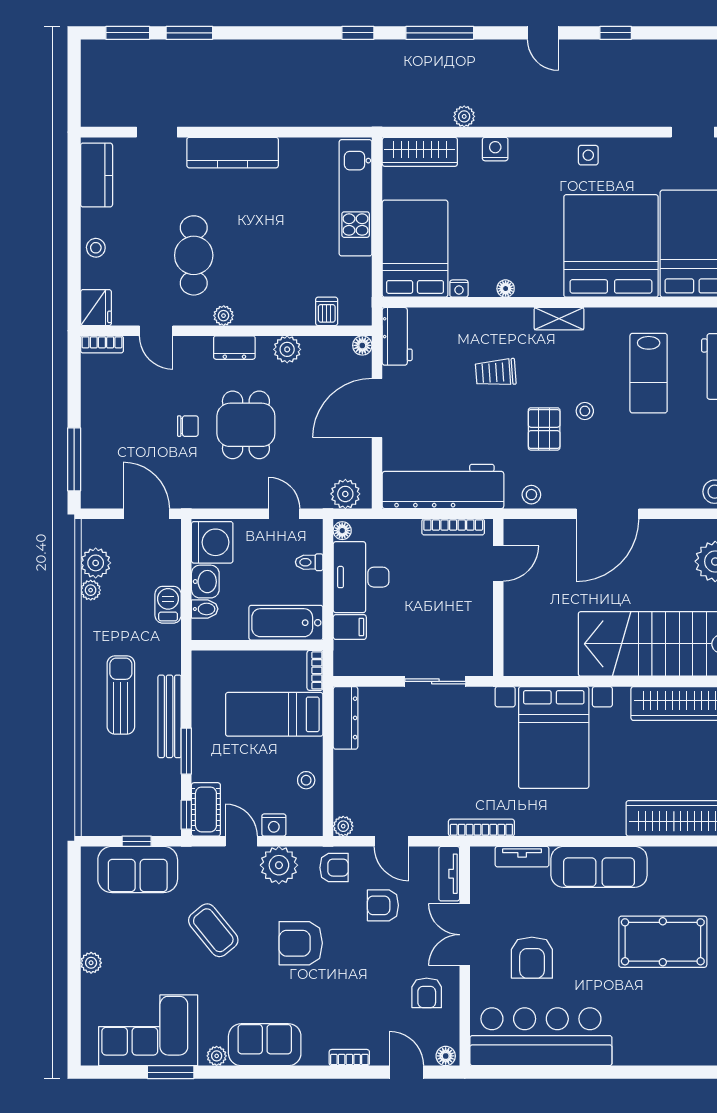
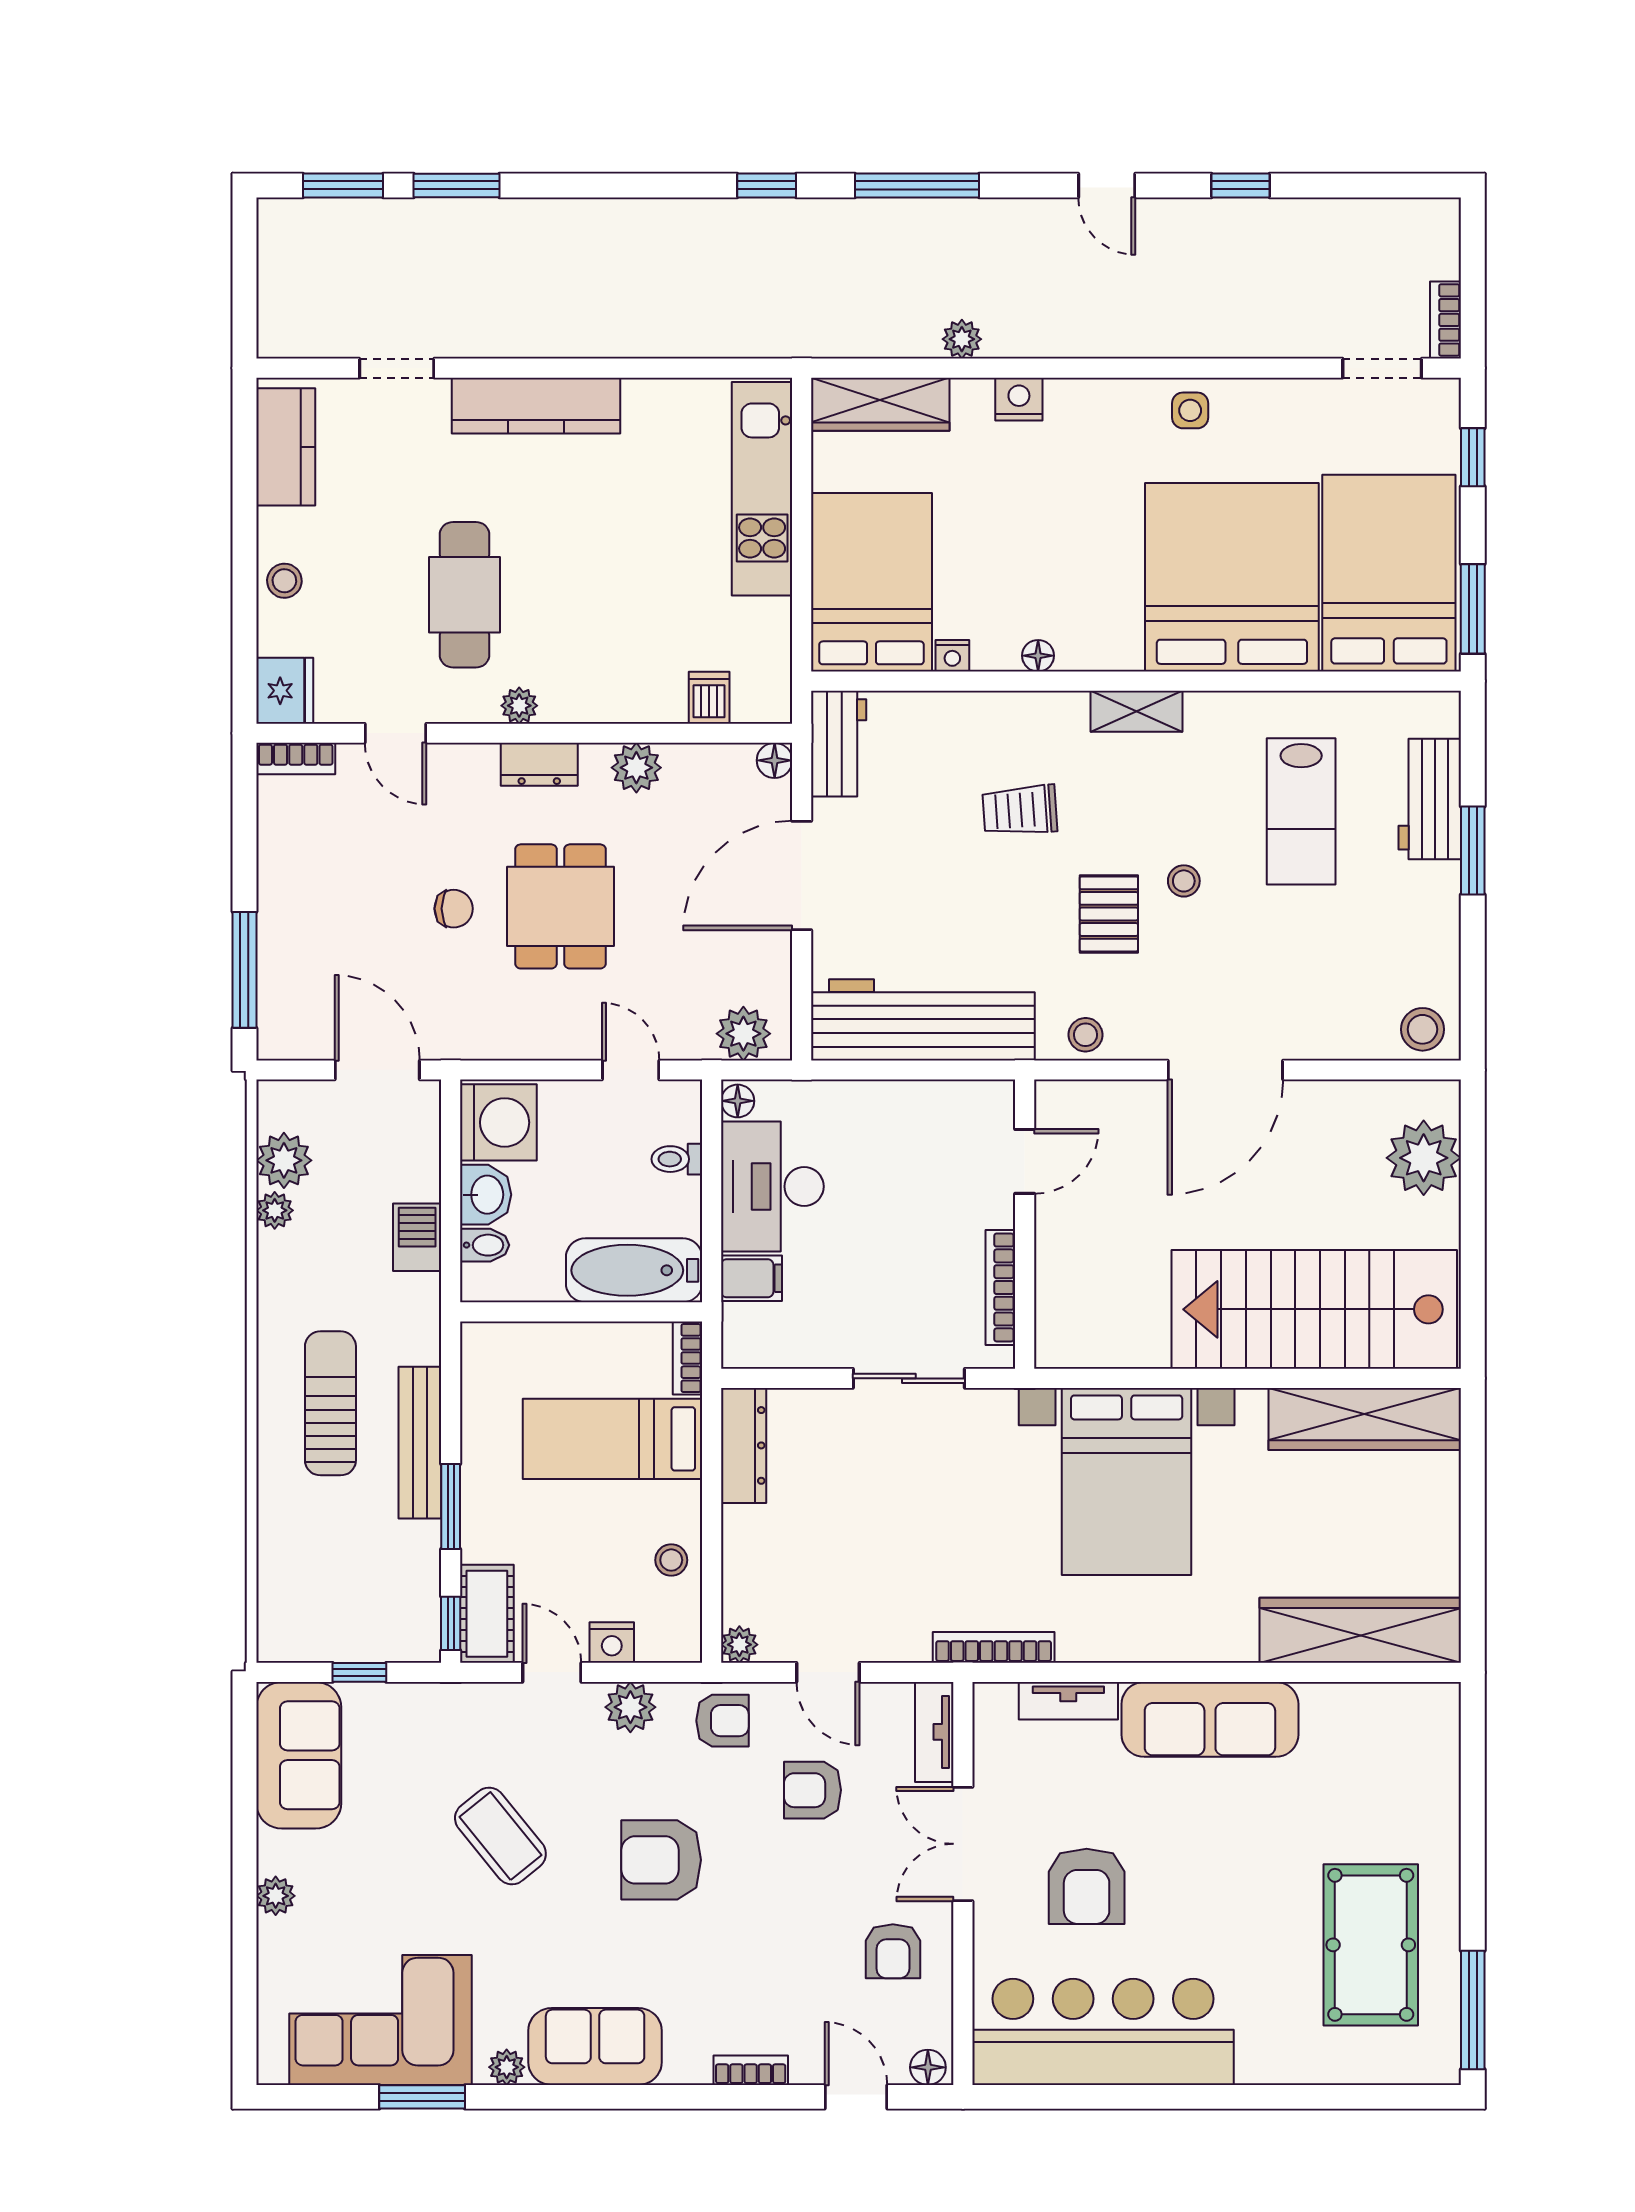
bookcase: (453, 527) -> (1000, 1287), moved, turned 90
plant: (279, 865) -> (630, 1707), width x0.73, depth x0.73
sofa: (138, 870) -> (299, 1755), moved, turned -90
pool table: (663, 942) -> (1371, 1945), moved, turned 90

